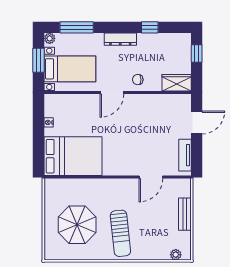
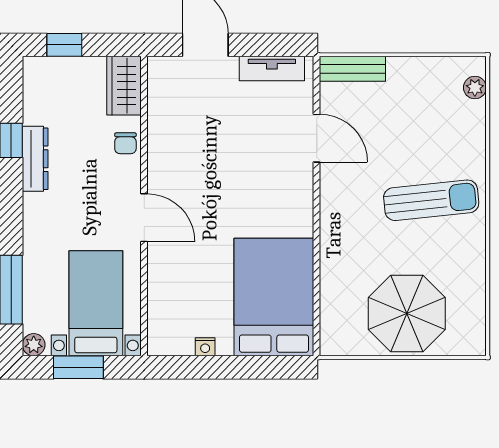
dresser: (120, 39) -> (35, 159), moved
chair: (138, 80) -> (125, 143), moved
bench: (185, 214) -> (352, 69), moved
parasol: (77, 225) -> (407, 313), moved

